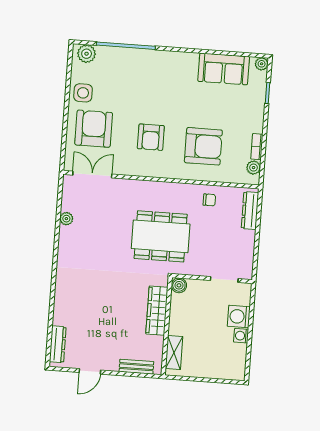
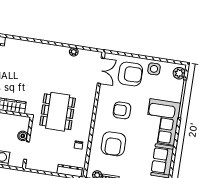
corner sofa: (164, 74) -> (162, 122), added
boiler: (179, 285) -> (23, 136), moved

